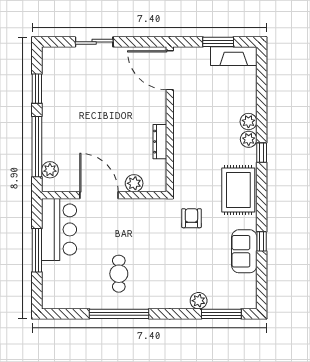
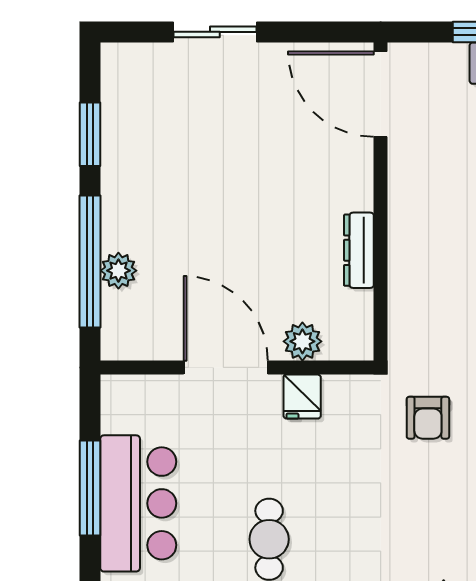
plant: (50, 170) -> (118, 271), moved
fridge: (134, 208) -> (302, 397), added
armchair: (191, 218) -> (428, 418), turned 180
bar counter: (59, 229) -> (138, 503), moved

